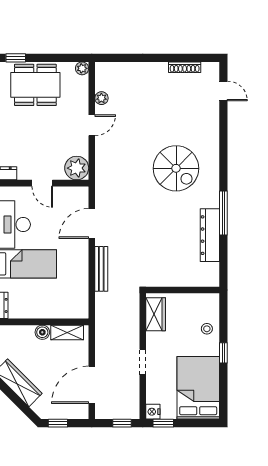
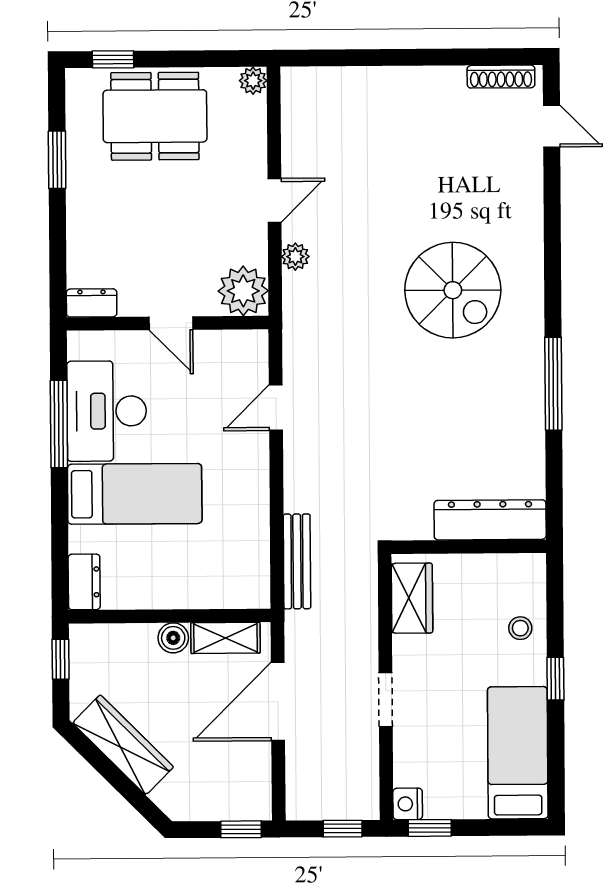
shoe rack: (185, 67) -> (501, 77), moved
plant: (101, 98) -> (295, 257), moved
door: (92, 223) -> (276, 408), width x0.73
dresser: (210, 235) -> (490, 520), moved, turned 90
bench: (101, 269) -> (297, 561), moved
door: (92, 385) -> (278, 701), moved
bed: (198, 388) -> (518, 753), width x0.67
window: (58, 423) -> (241, 829), moved

